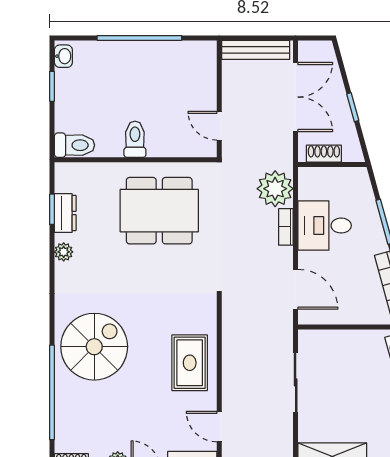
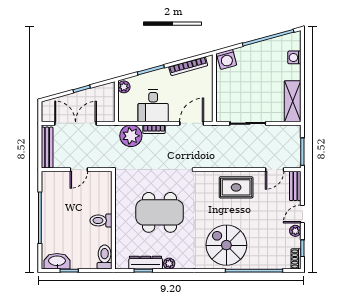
washbasin: (63, 56) -> (57, 261), width x1.91, depth x1.45
door: (219, 126) -> (79, 170), moved
shoe rack: (324, 154) -> (110, 106), removed
plant: (356, 177) -> (124, 87), added
dining table: (159, 211) -> (160, 212), moved, turned 90
dresser: (65, 213) -> (146, 263), width x1.44

